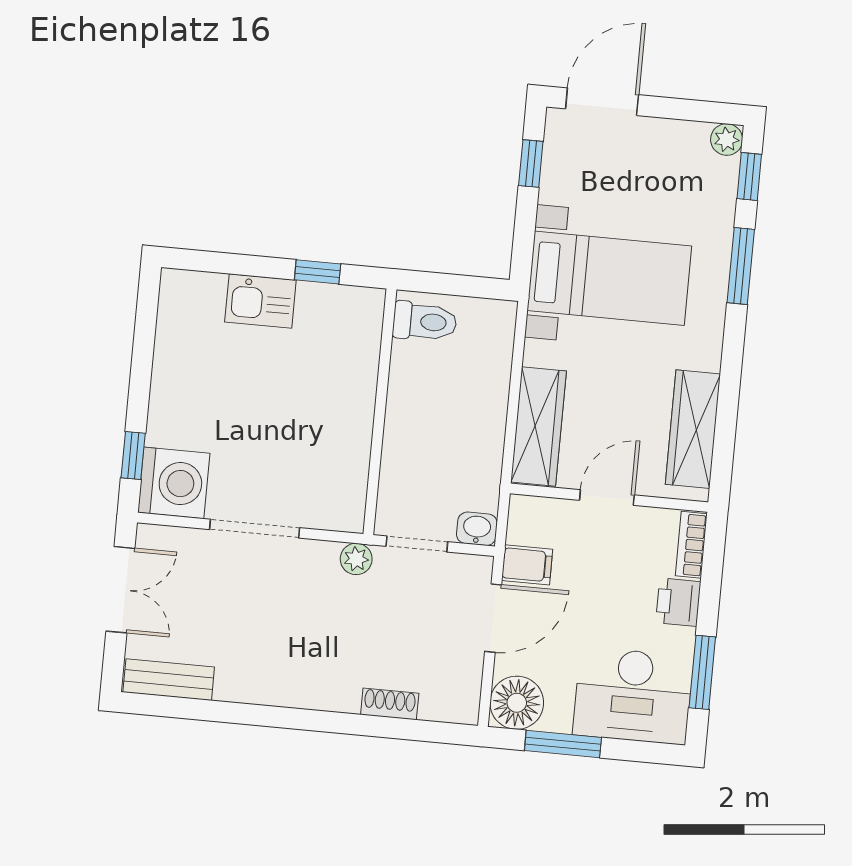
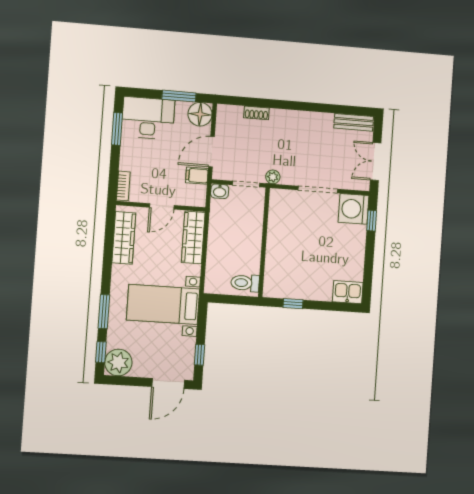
plant: (727, 140) -> (118, 362), width x1.87, depth x1.87
kitchen sink: (260, 301) -> (348, 292), moved
printer: (678, 602) -> (129, 160), removed

